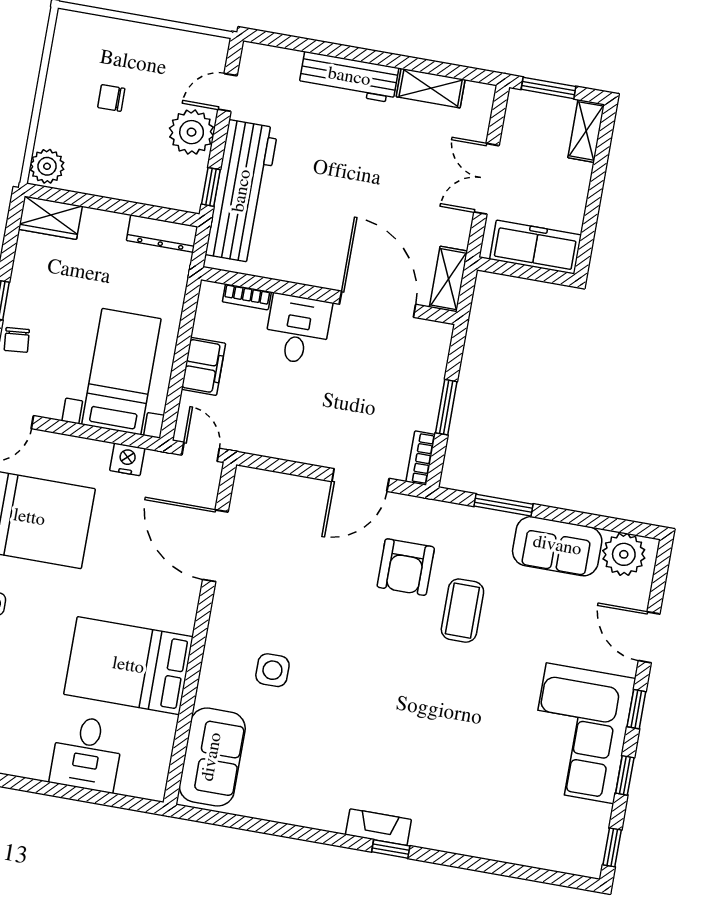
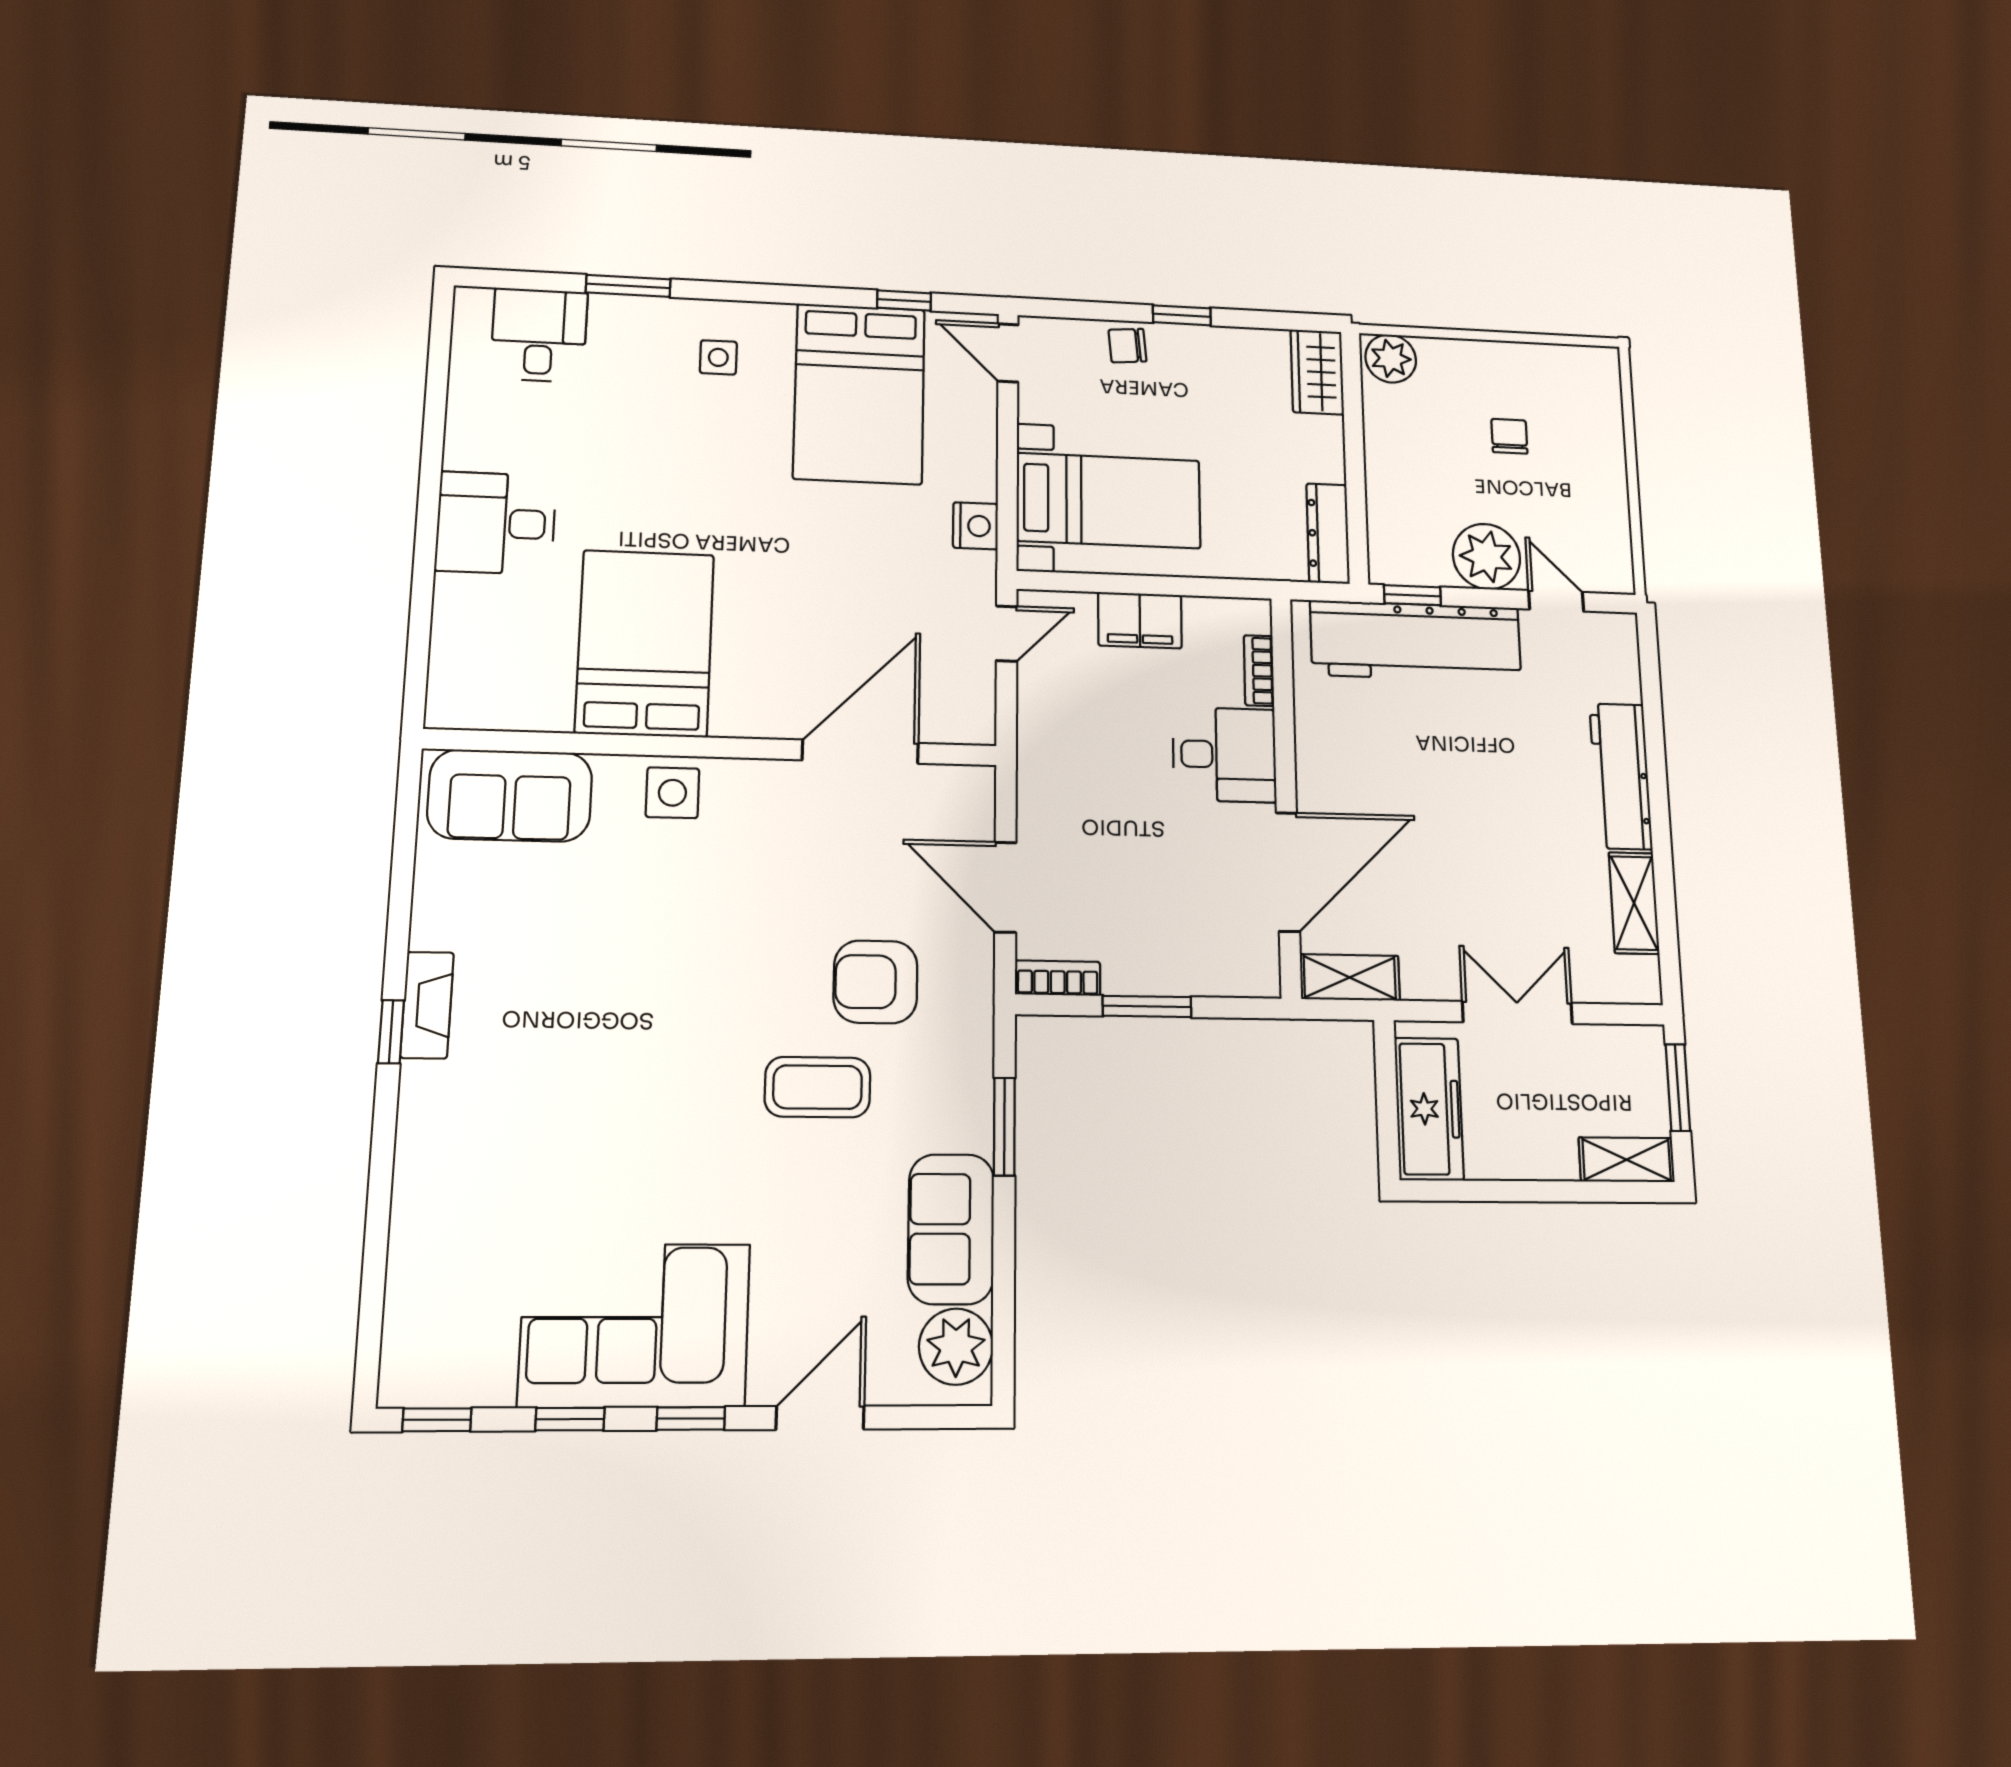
door: (215, 546) -> (860, 752), moved
wall: (200, 633) -> (714, 747), moved
bed: (128, 666) -> (645, 643), moved
sofa: (212, 757) -> (510, 795), moved

